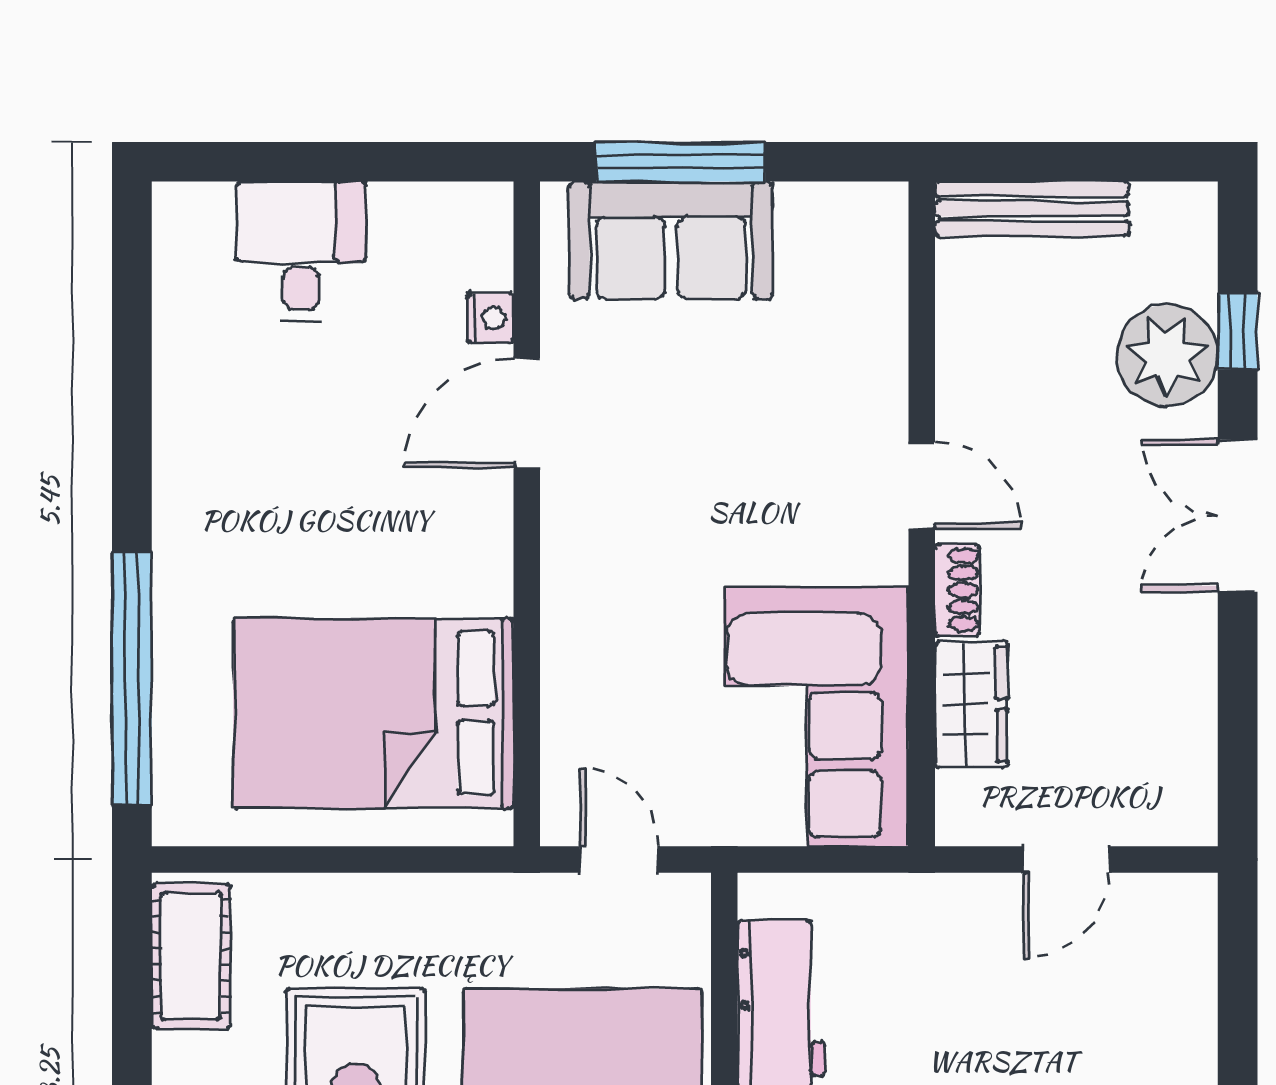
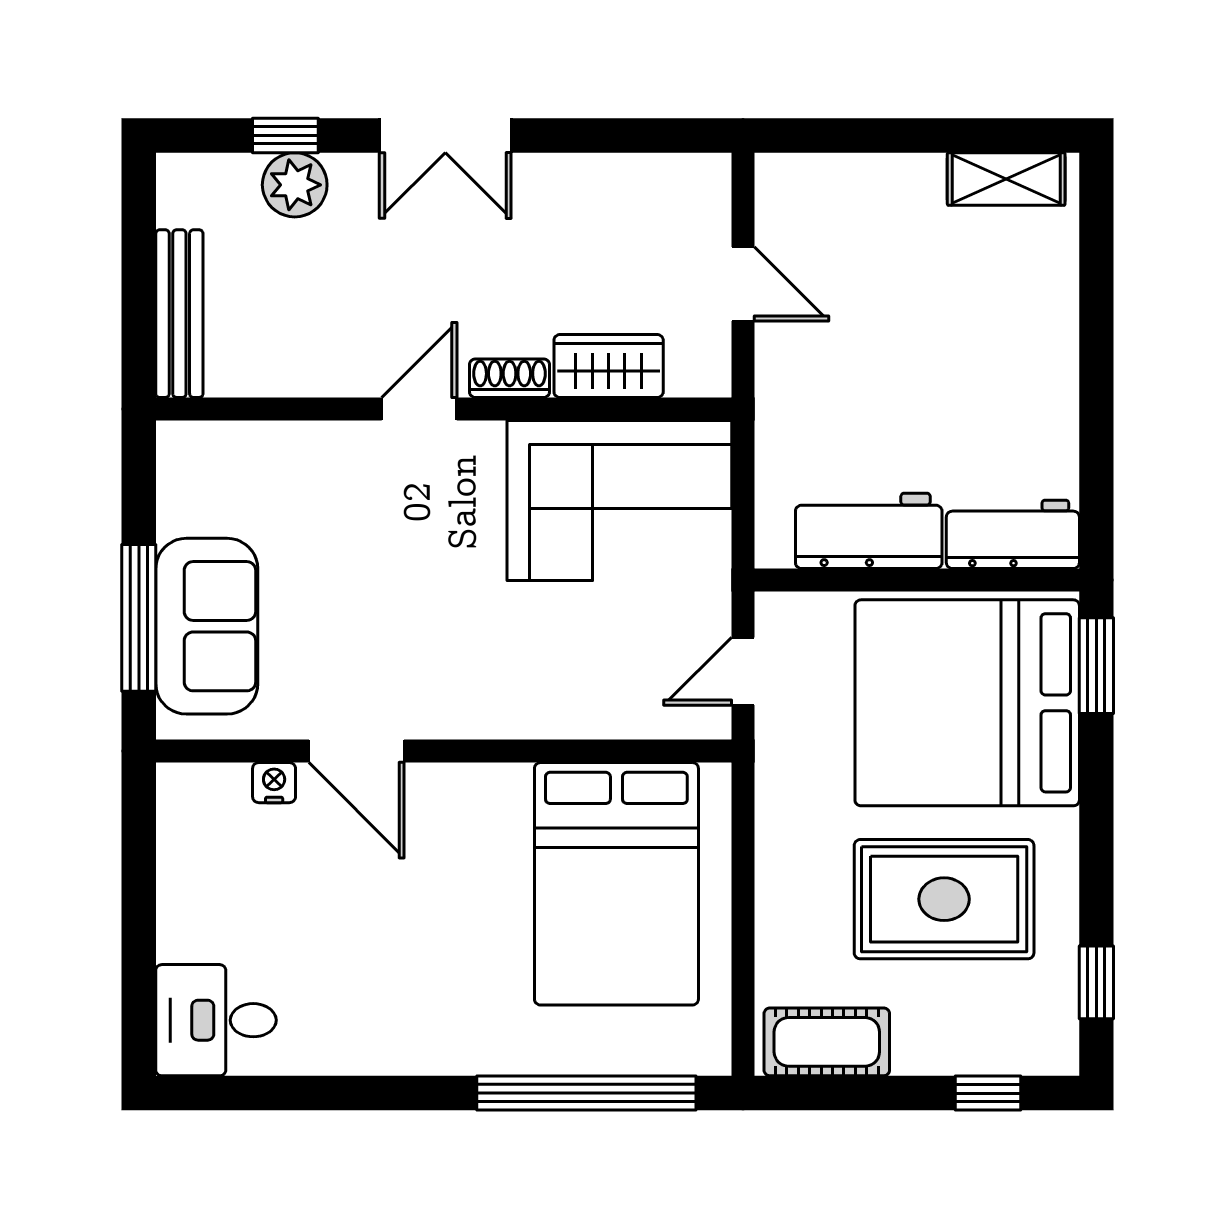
desk: (301, 251) -> (216, 1020), moved
plant: (1167, 355) -> (295, 185), width x0.73, depth x0.73

